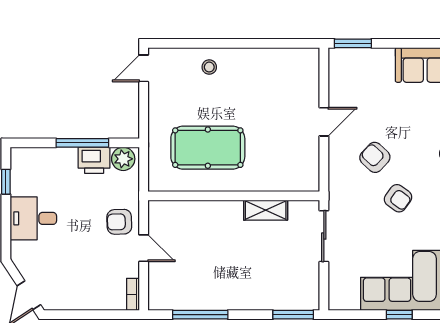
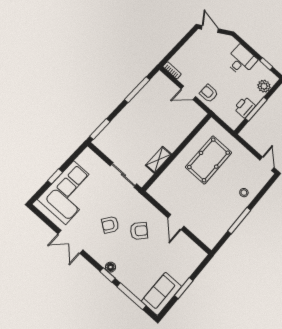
window: (251, 43) -> (239, 220), added
window: (353, 43) -> (184, 288), moved
plant: (123, 159) -> (264, 86), moved
armchair: (119, 222) -> (209, 93), turned -88

